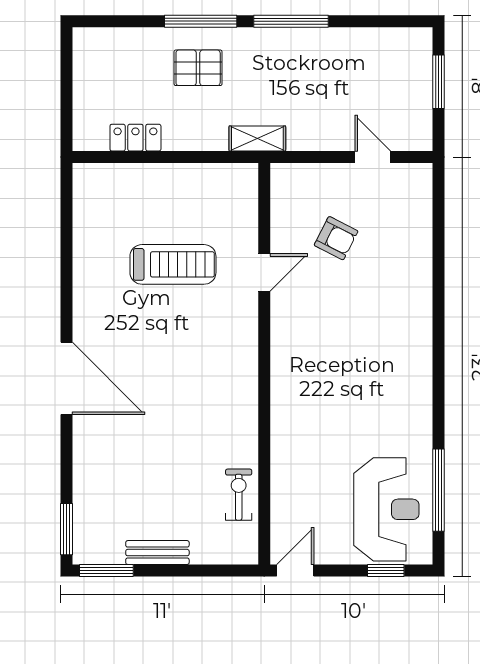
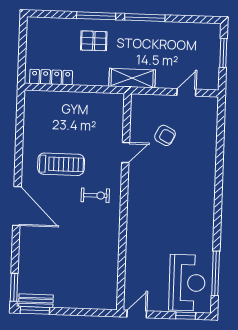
locker: (135, 138) -> (51, 77), width x1.53
shelving: (257, 138) -> (132, 78), width x1.50, depth x1.33
door: (373, 157) -> (186, 92), hinge flipped
treadmill: (173, 264) -> (61, 164), moved
exercise bike: (239, 495) -> (95, 195), moved, turned 90
bench: (157, 553) -> (36, 301), moved

